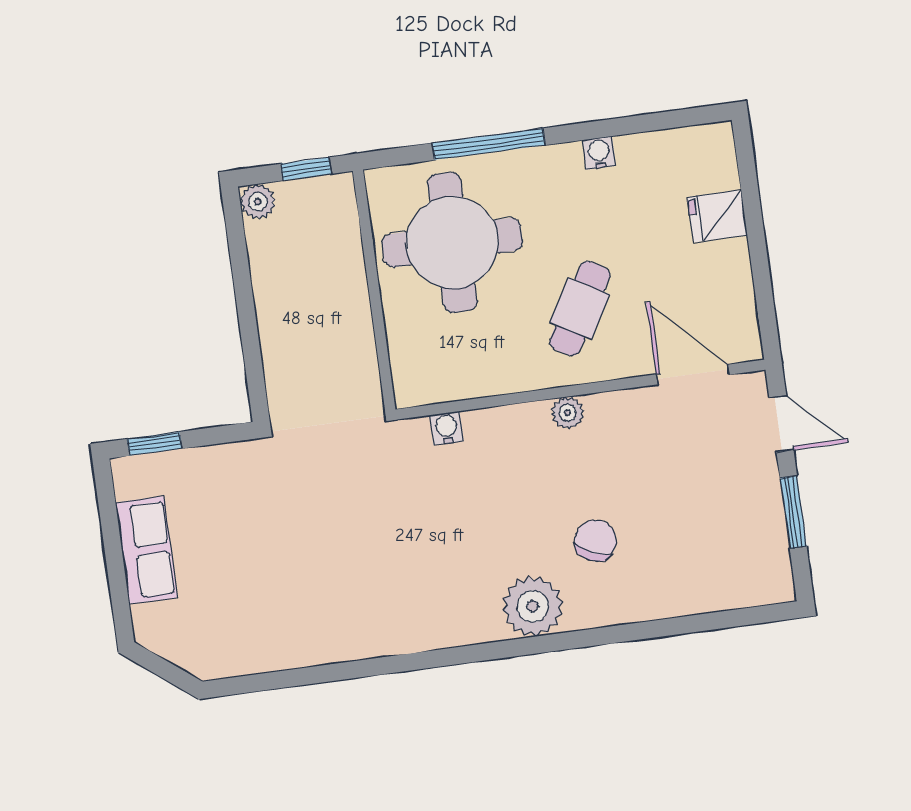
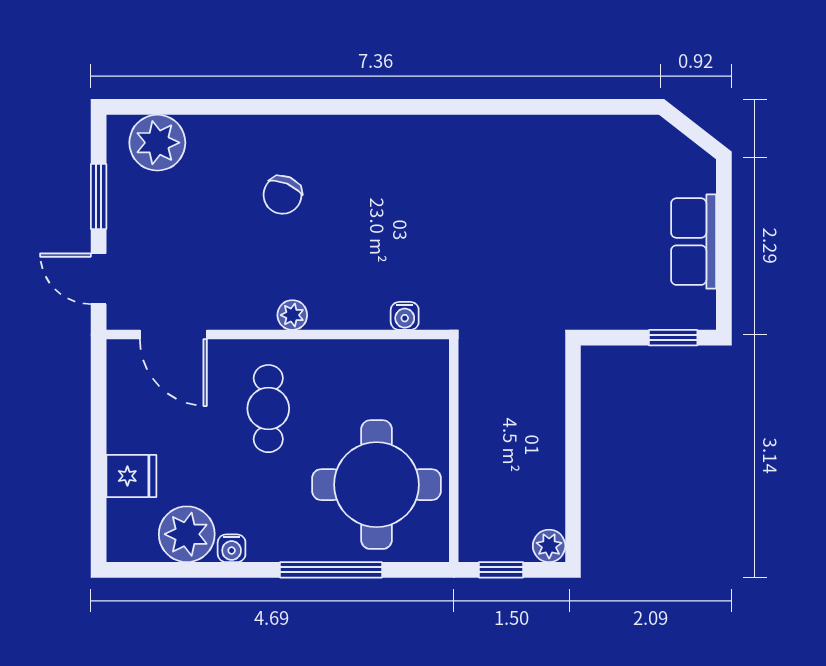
plant: (649, 161) -> (187, 534), added
cafe table: (580, 309) -> (268, 409), turned -30
plant: (533, 606) -> (157, 143), moved

